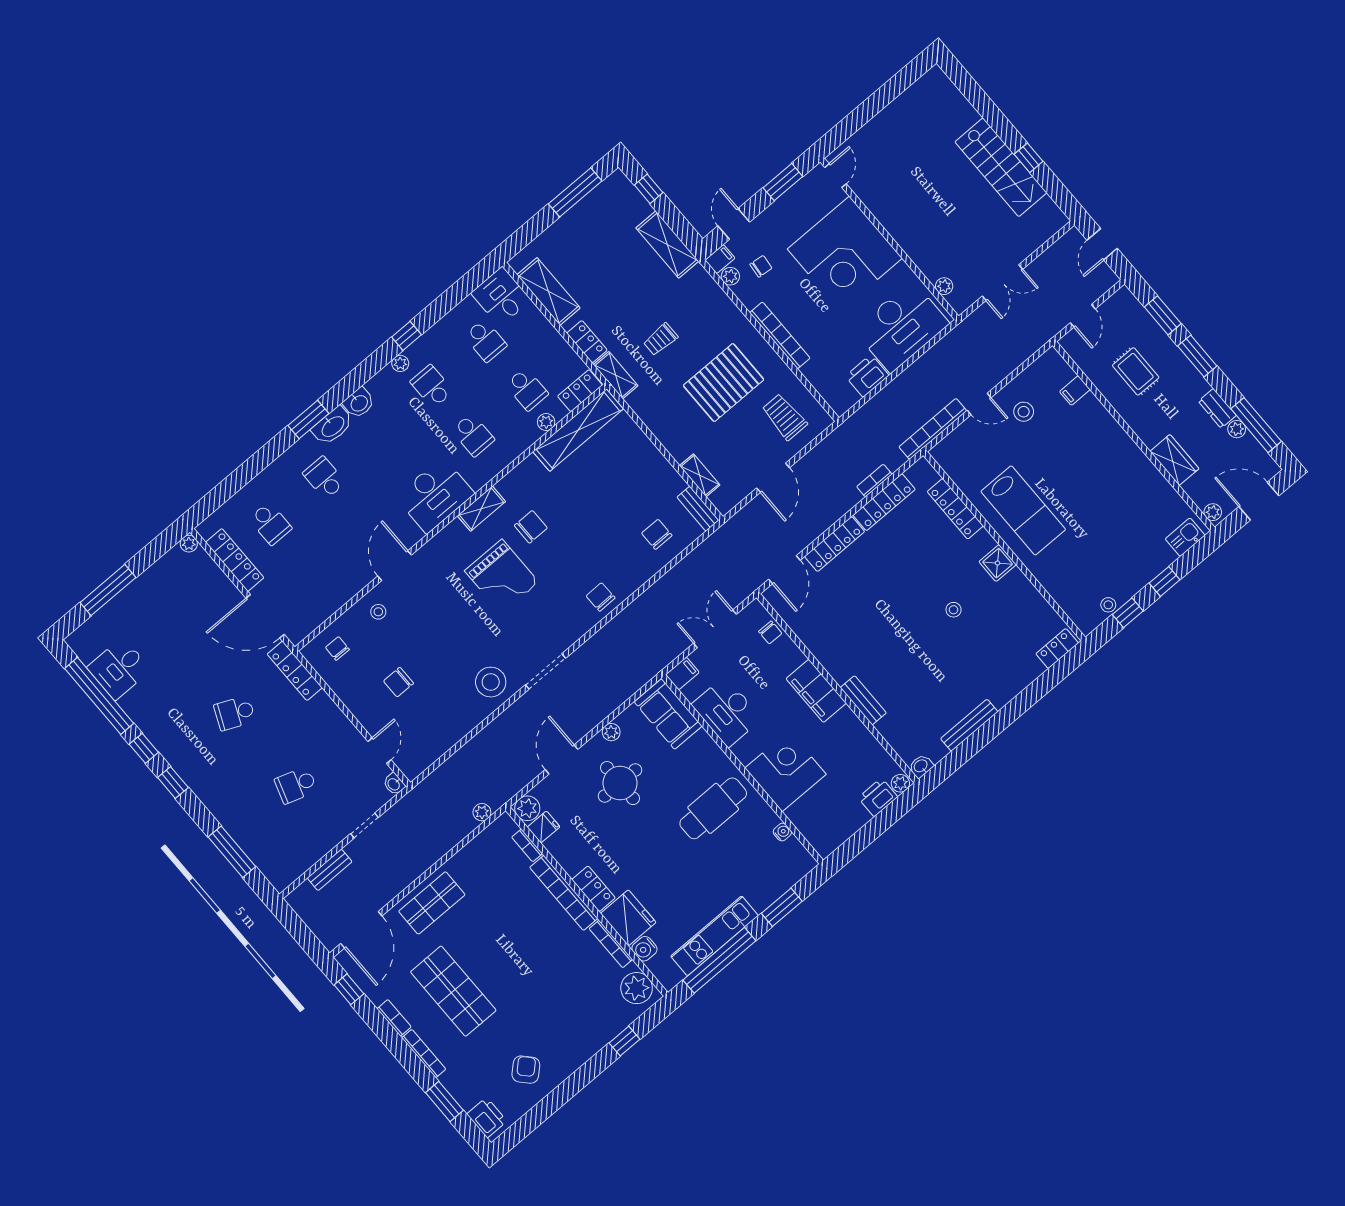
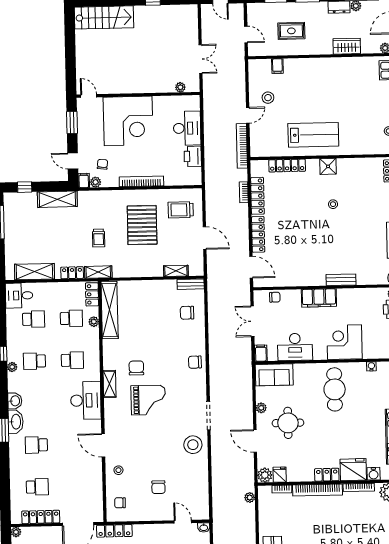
stairs: (1001, 167) -> (104, 17), moved
desk: (901, 327) -> (187, 128), width x0.73, depth x0.77

